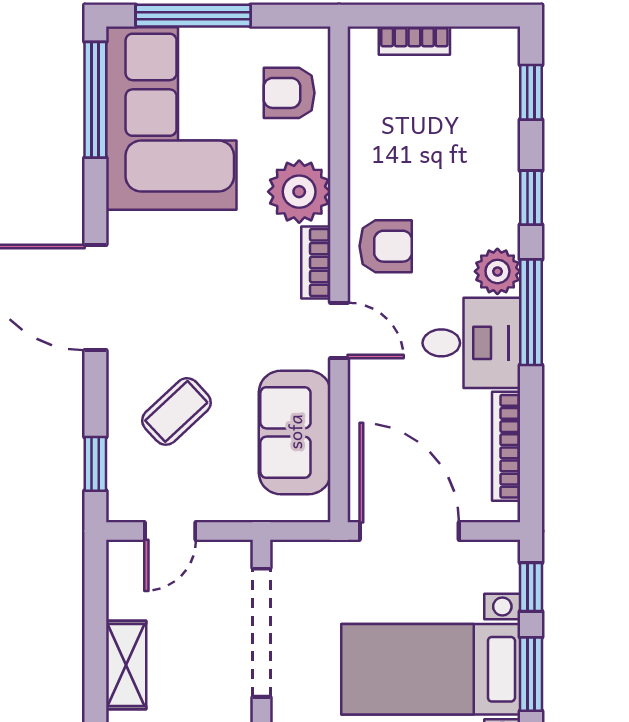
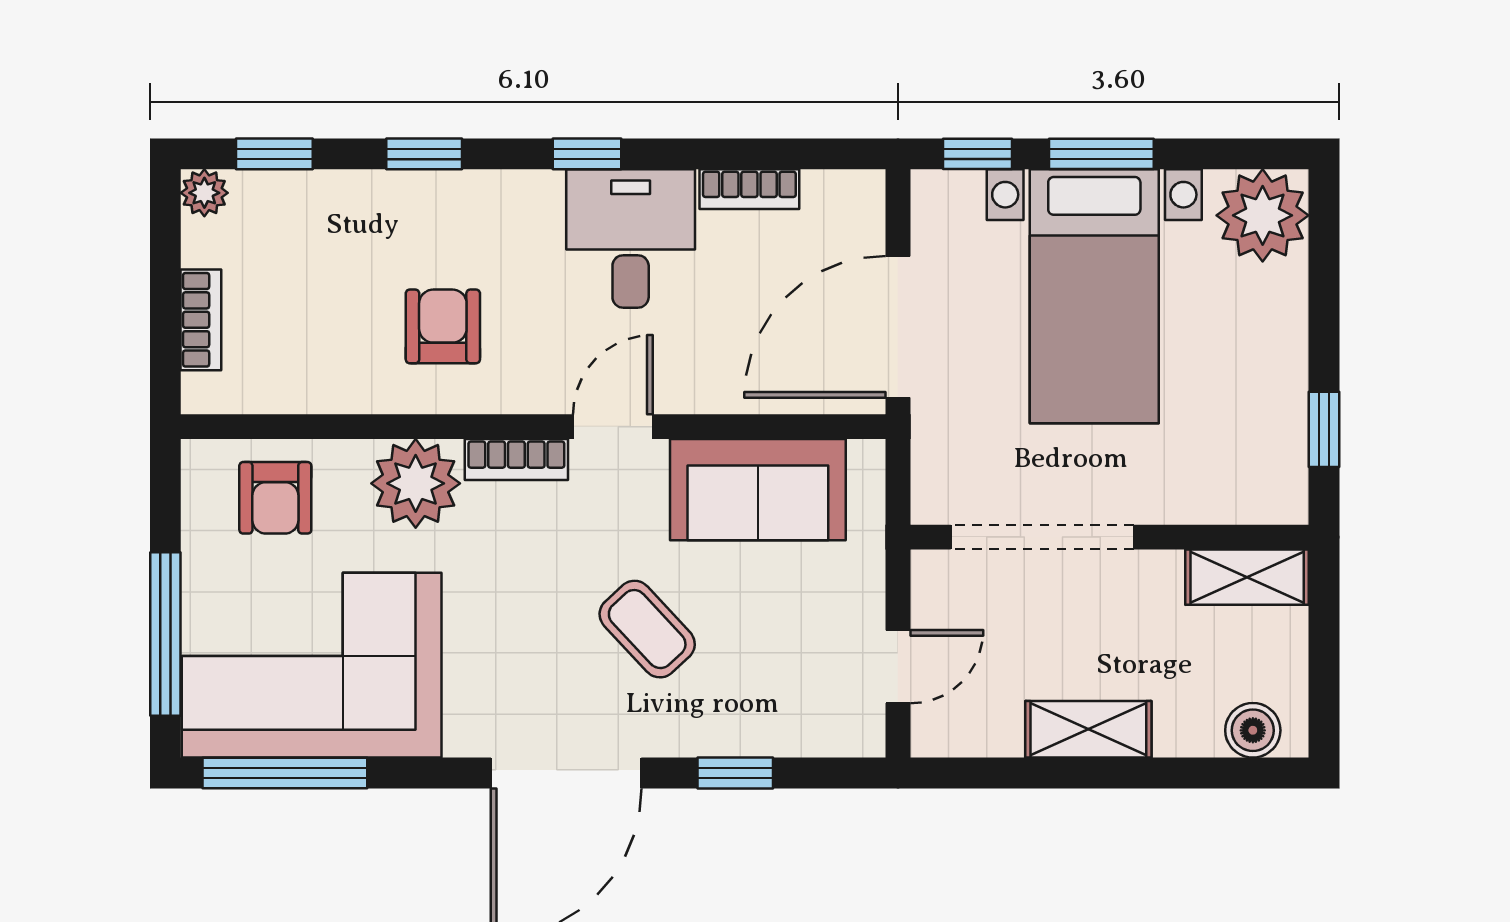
armchair: (386, 246) -> (443, 326), moved
plant: (497, 271) -> (204, 193), moved, width x0.73, depth x0.73
window: (531, 312) -> (587, 154), width x0.46
coffee table: (176, 411) -> (647, 629), moved
bookcase: (506, 446) -> (749, 189), width x0.64
window: (95, 464) -> (735, 773), moved
door: (170, 531) -> (898, 667), hinge flipped

